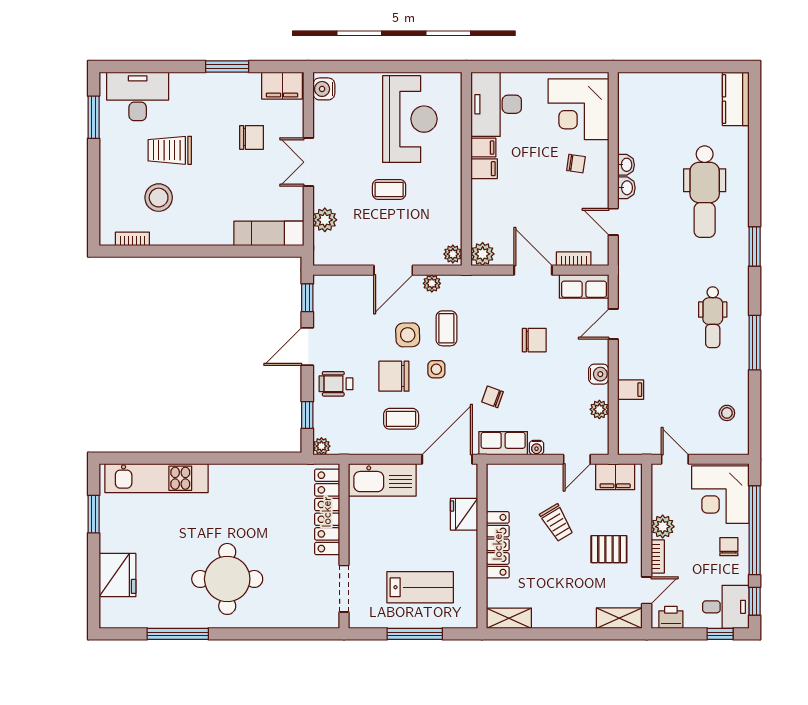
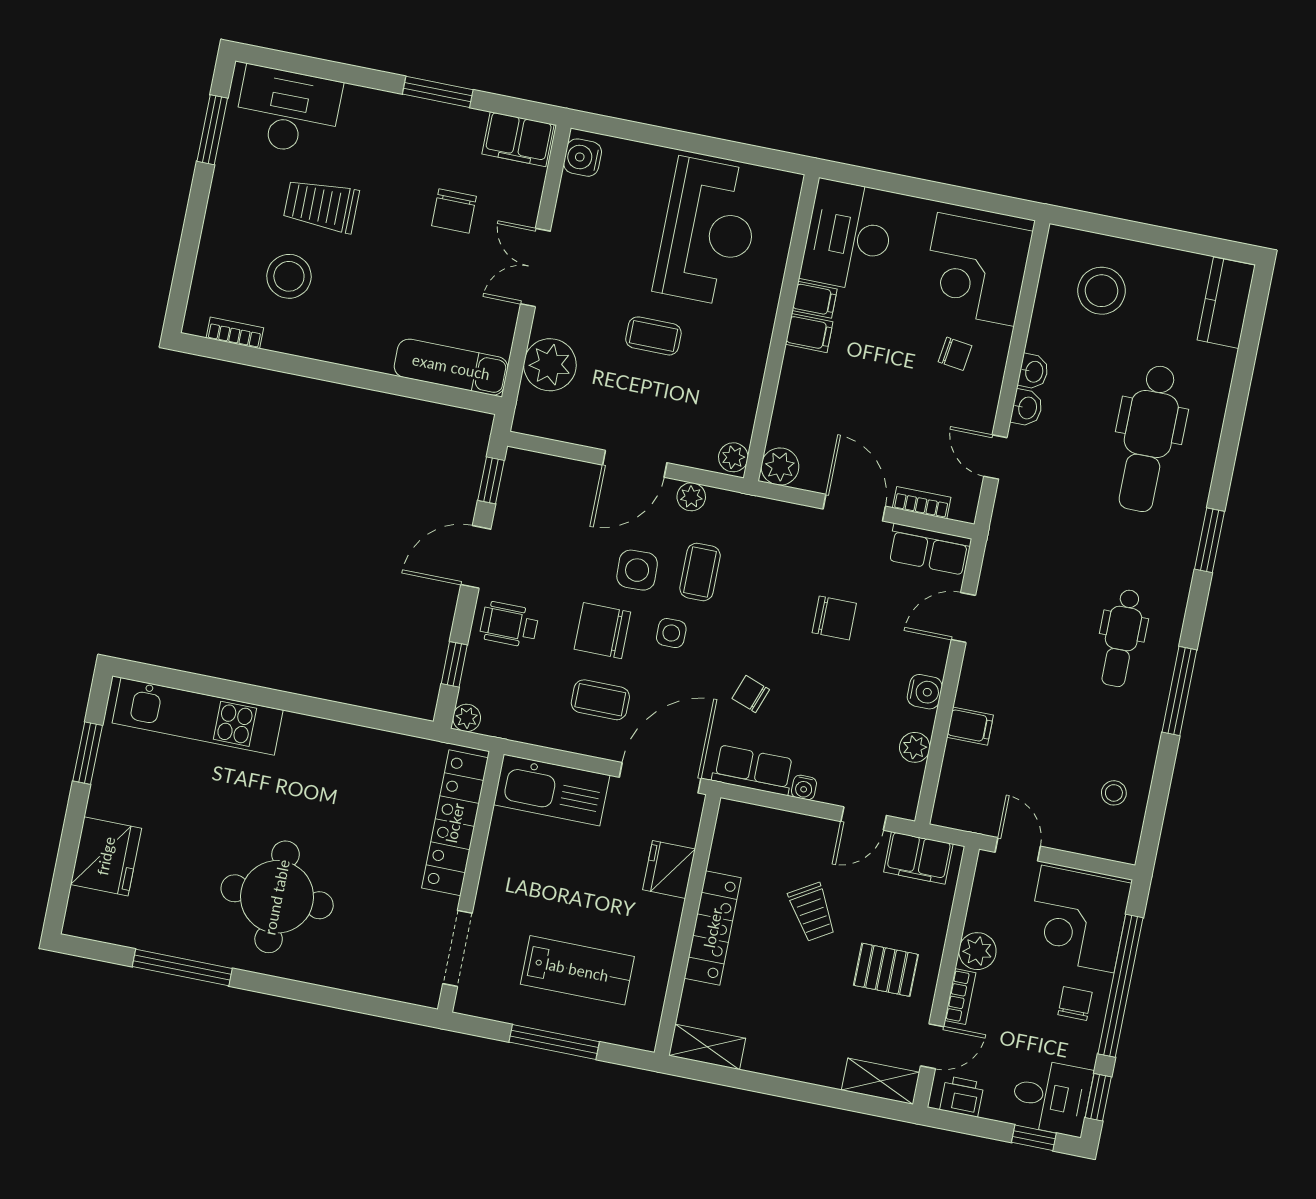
stool: (658, 107) -> (1101, 291), added
chair: (252, 137) -> (454, 211), turned 90
plant: (325, 220) -> (550, 365), width x1.36, depth x1.36

